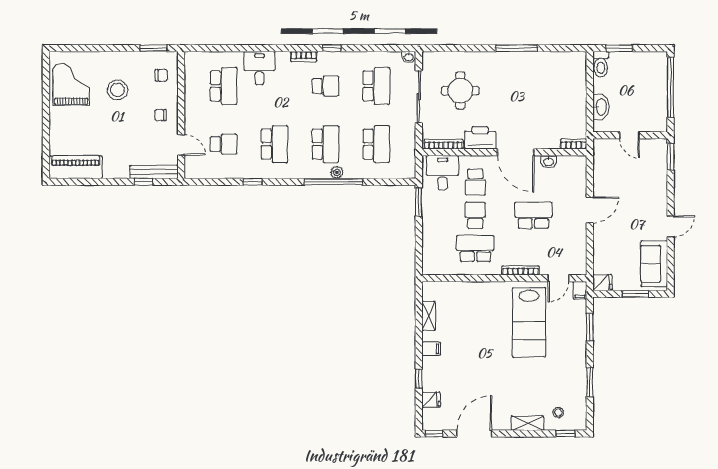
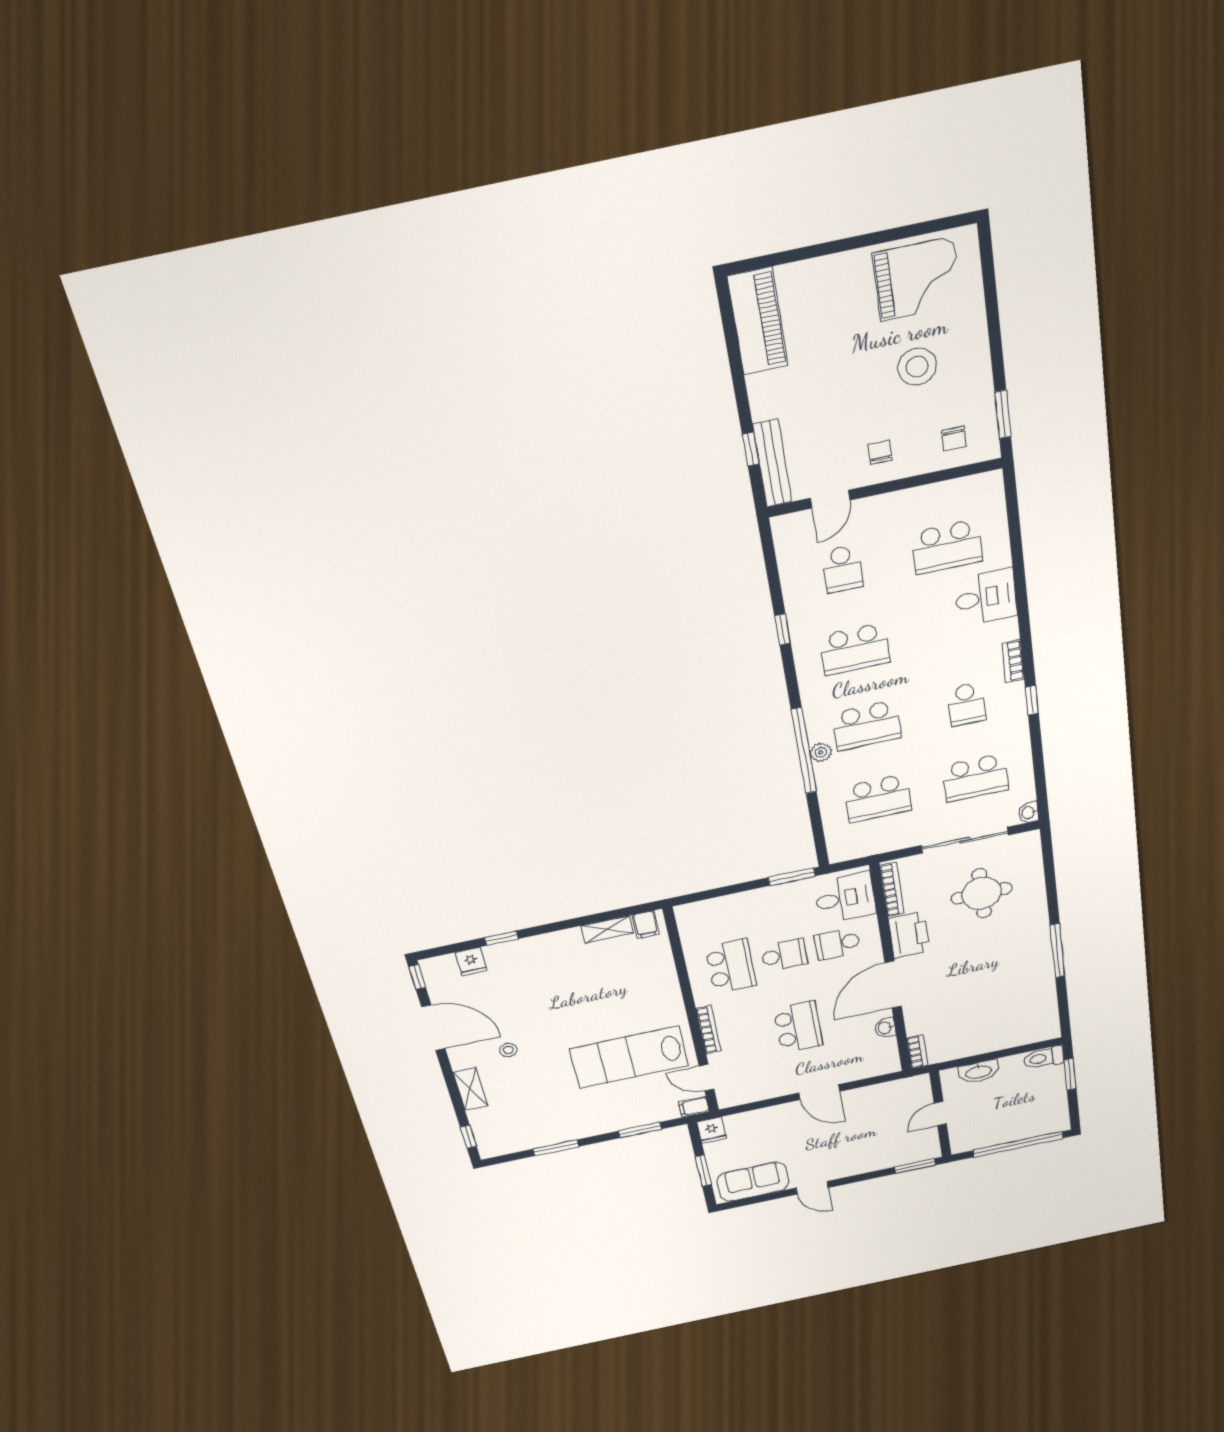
filing cabinet: (431, 349) -> (646, 925), moved
stool: (558, 412) -> (508, 1050), moved

